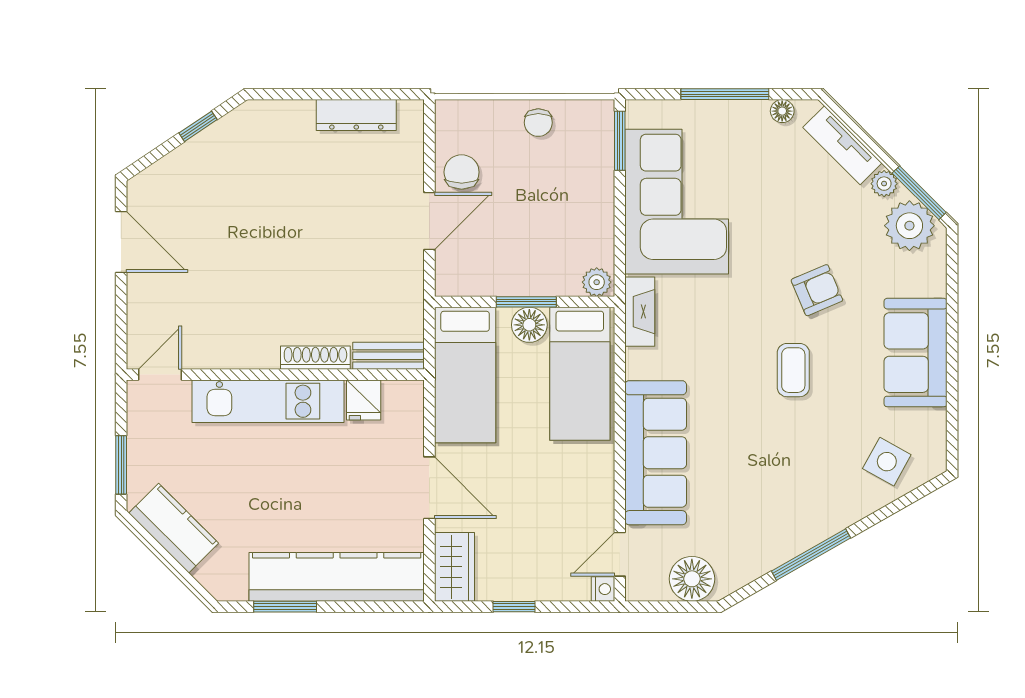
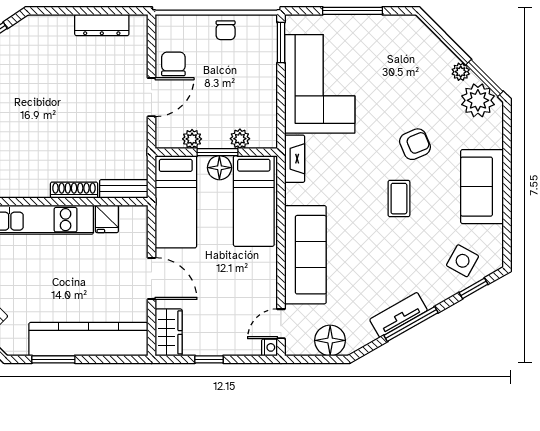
floor lamp: (782, 111) -> (391, 22), removed
tv unit: (842, 145) -> (399, 315), moved, turned 105
plant: (489, 282) -> (192, 139), added
plant: (597, 282) -> (240, 139), moved
window: (903, 502) -> (473, 288), added

